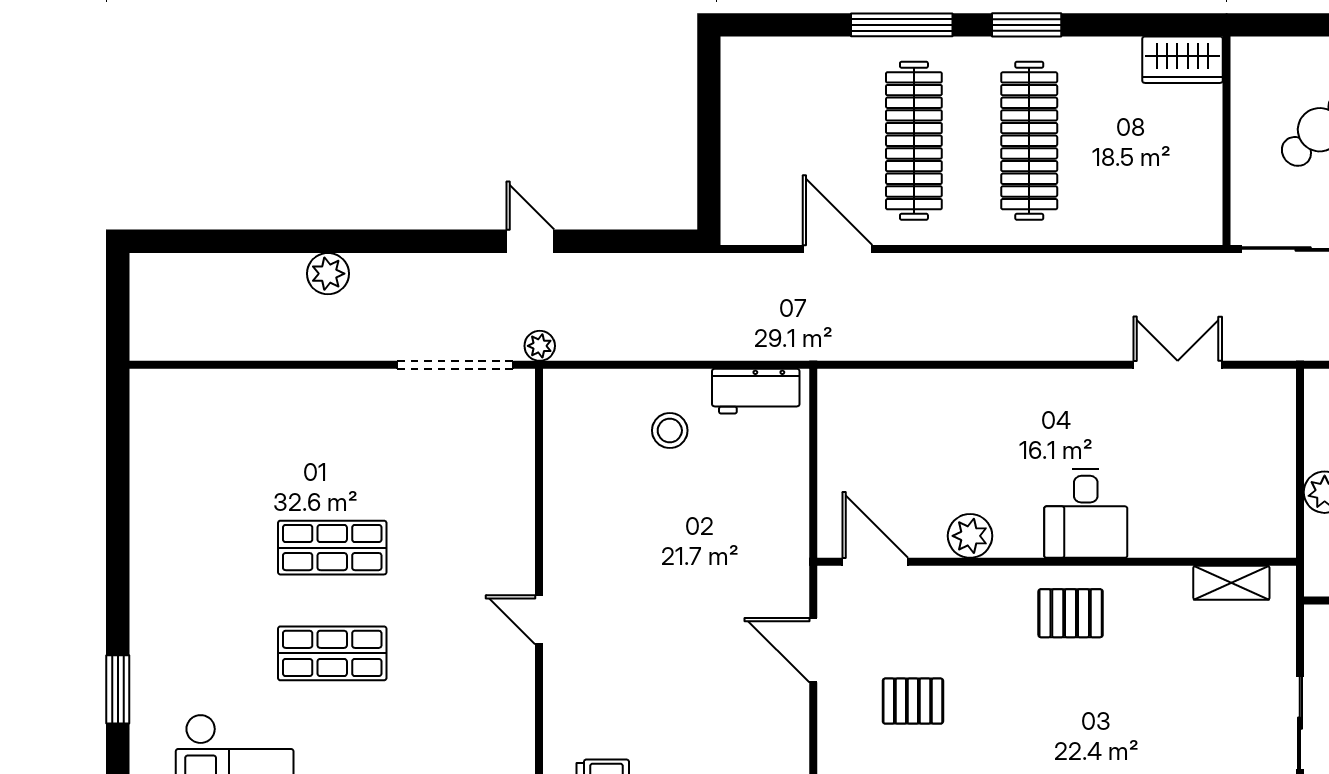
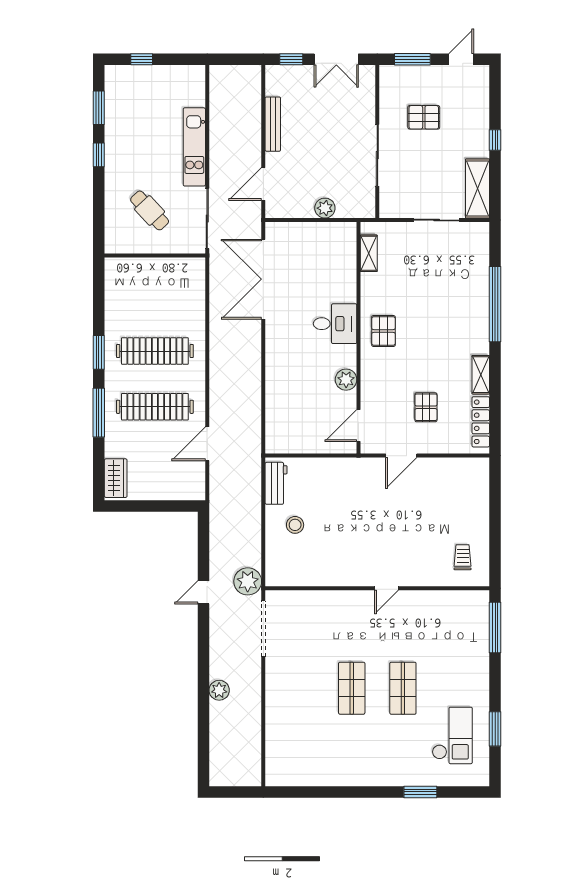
wardrobe: (1183, 60) -> (116, 478), moved
plant: (540, 346) -> (248, 581), width x1.88, depth x1.88
double door: (1178, 365) -> (263, 279), width x1.87

